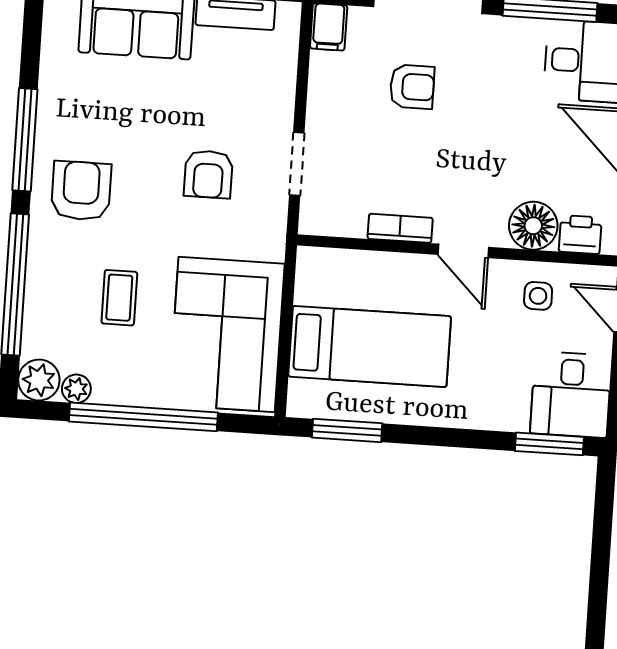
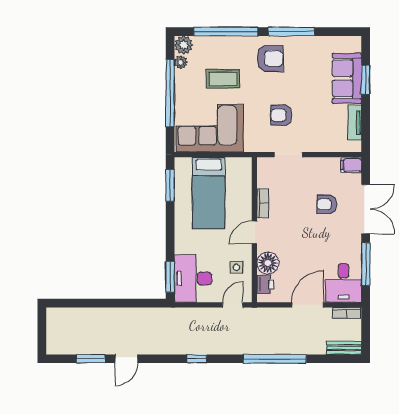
armchair: (412, 87) -> (327, 204), turned 90
coffee table: (119, 298) -> (223, 79), width x1.36, depth x1.30
desk: (571, 395) -> (193, 279), width x1.37

